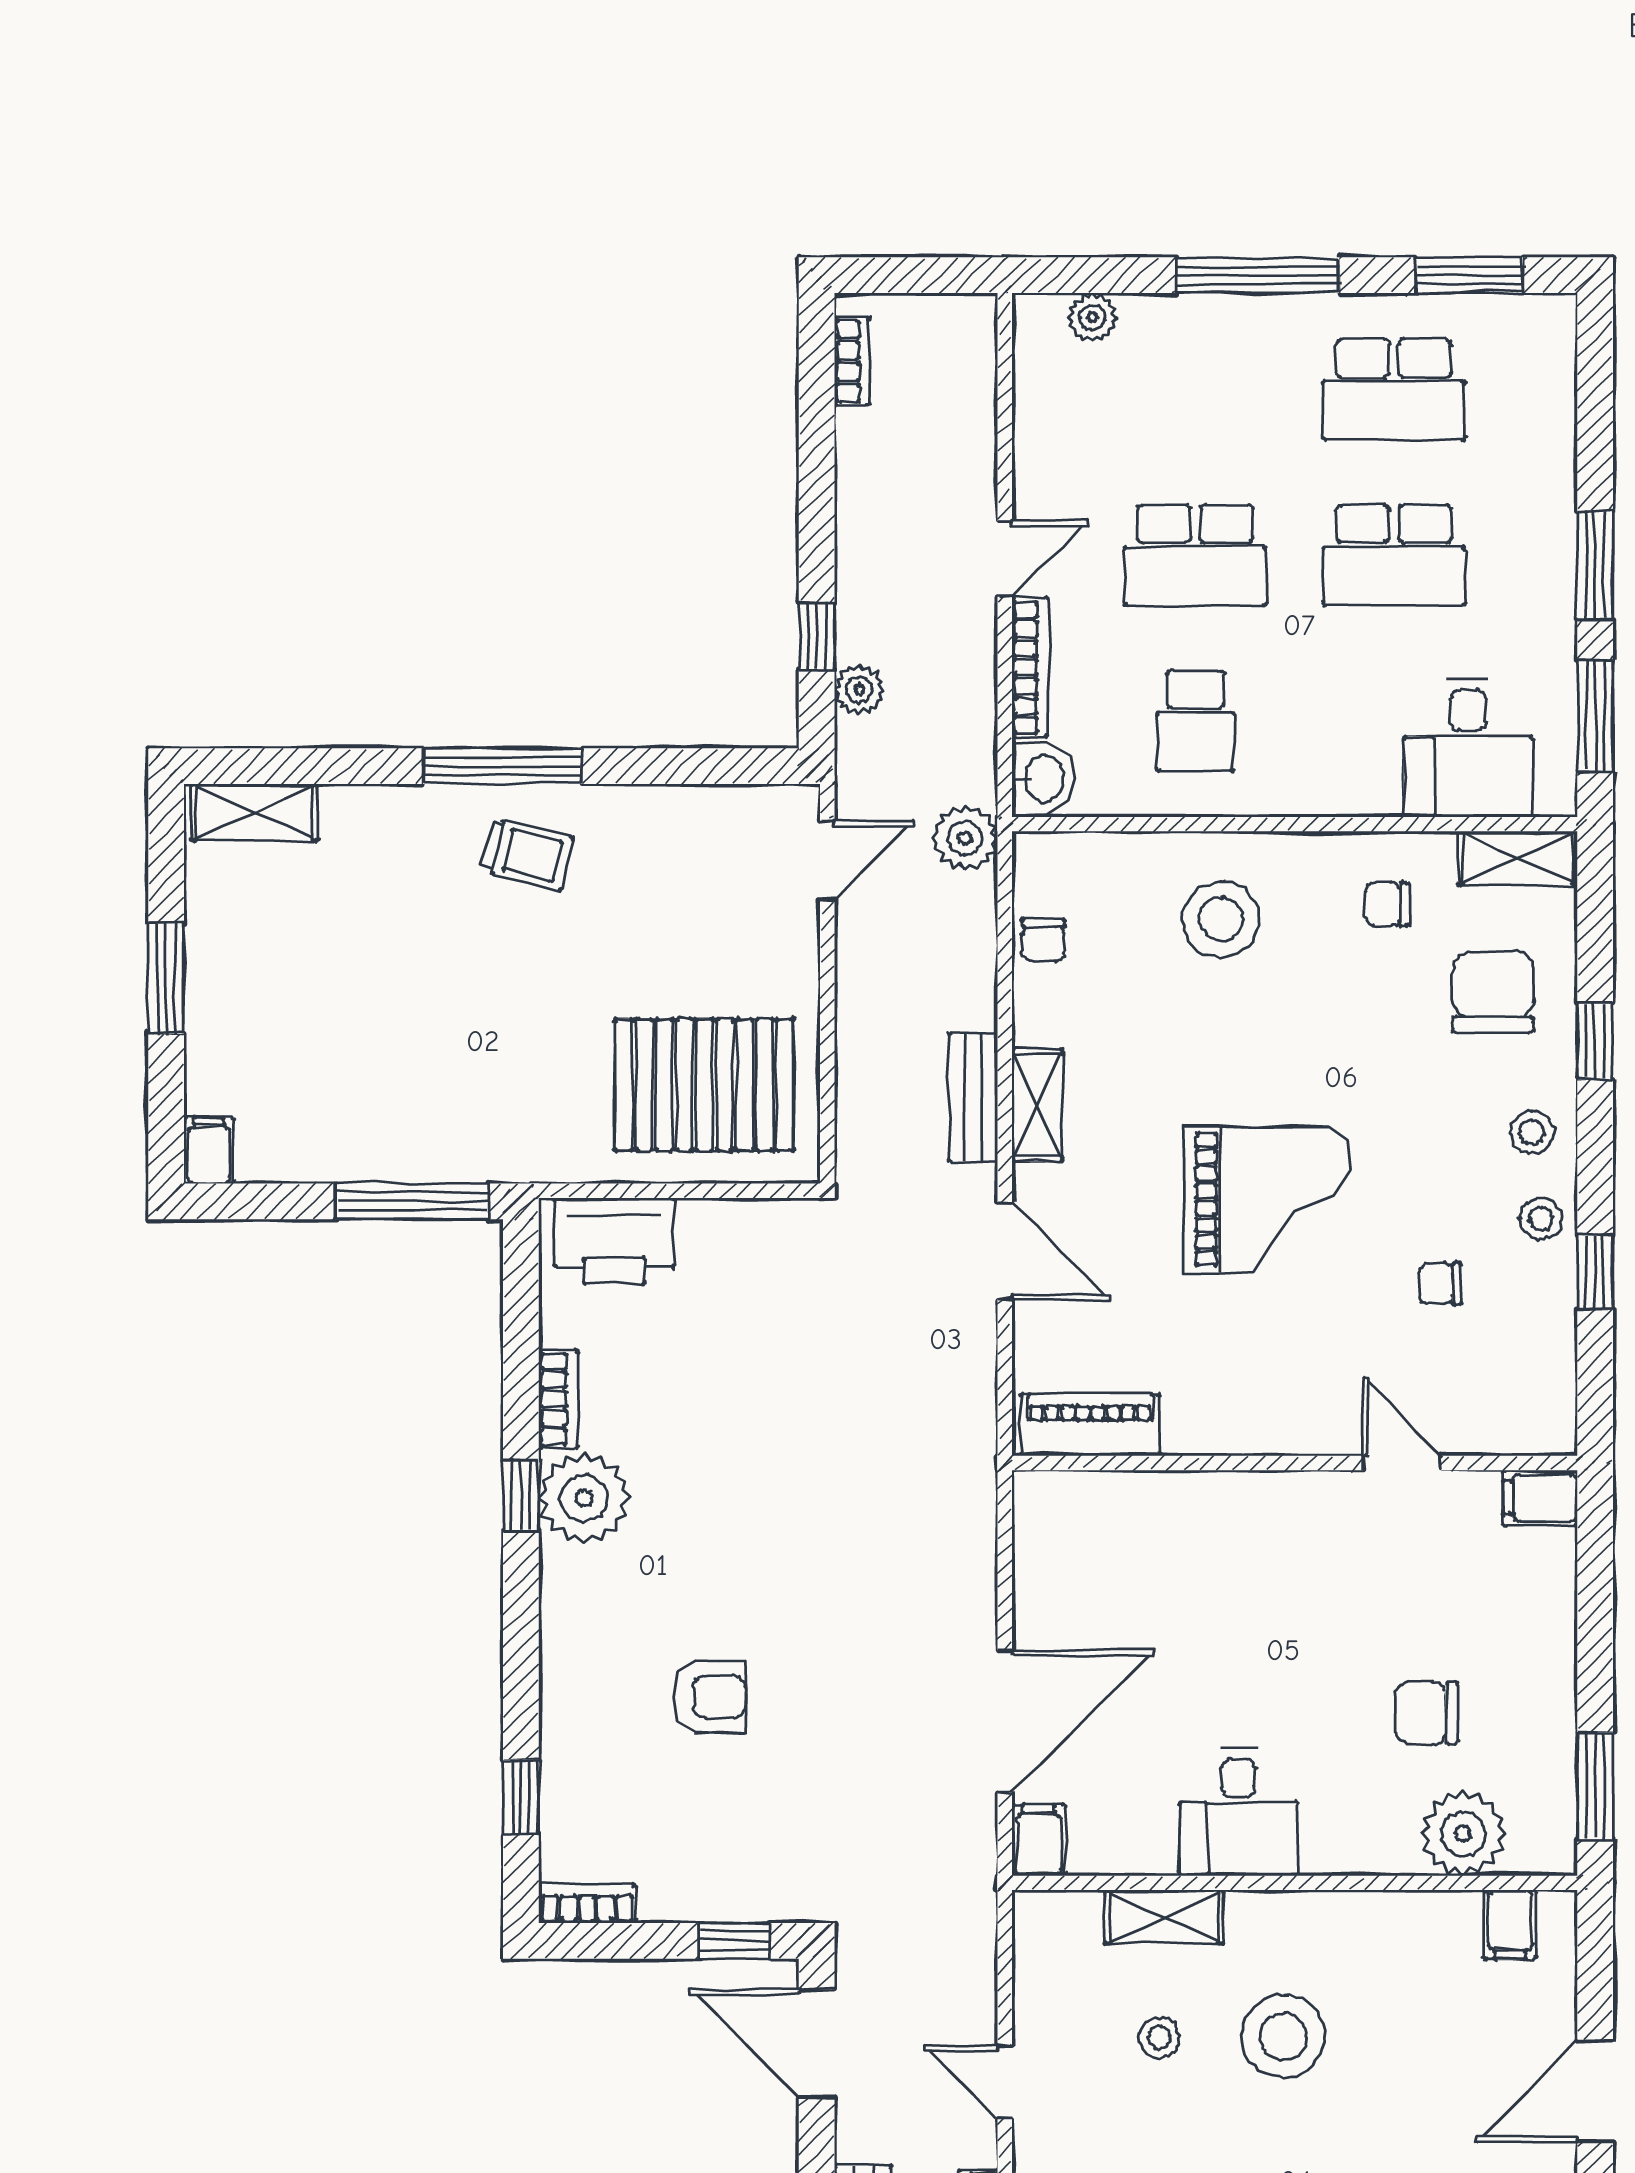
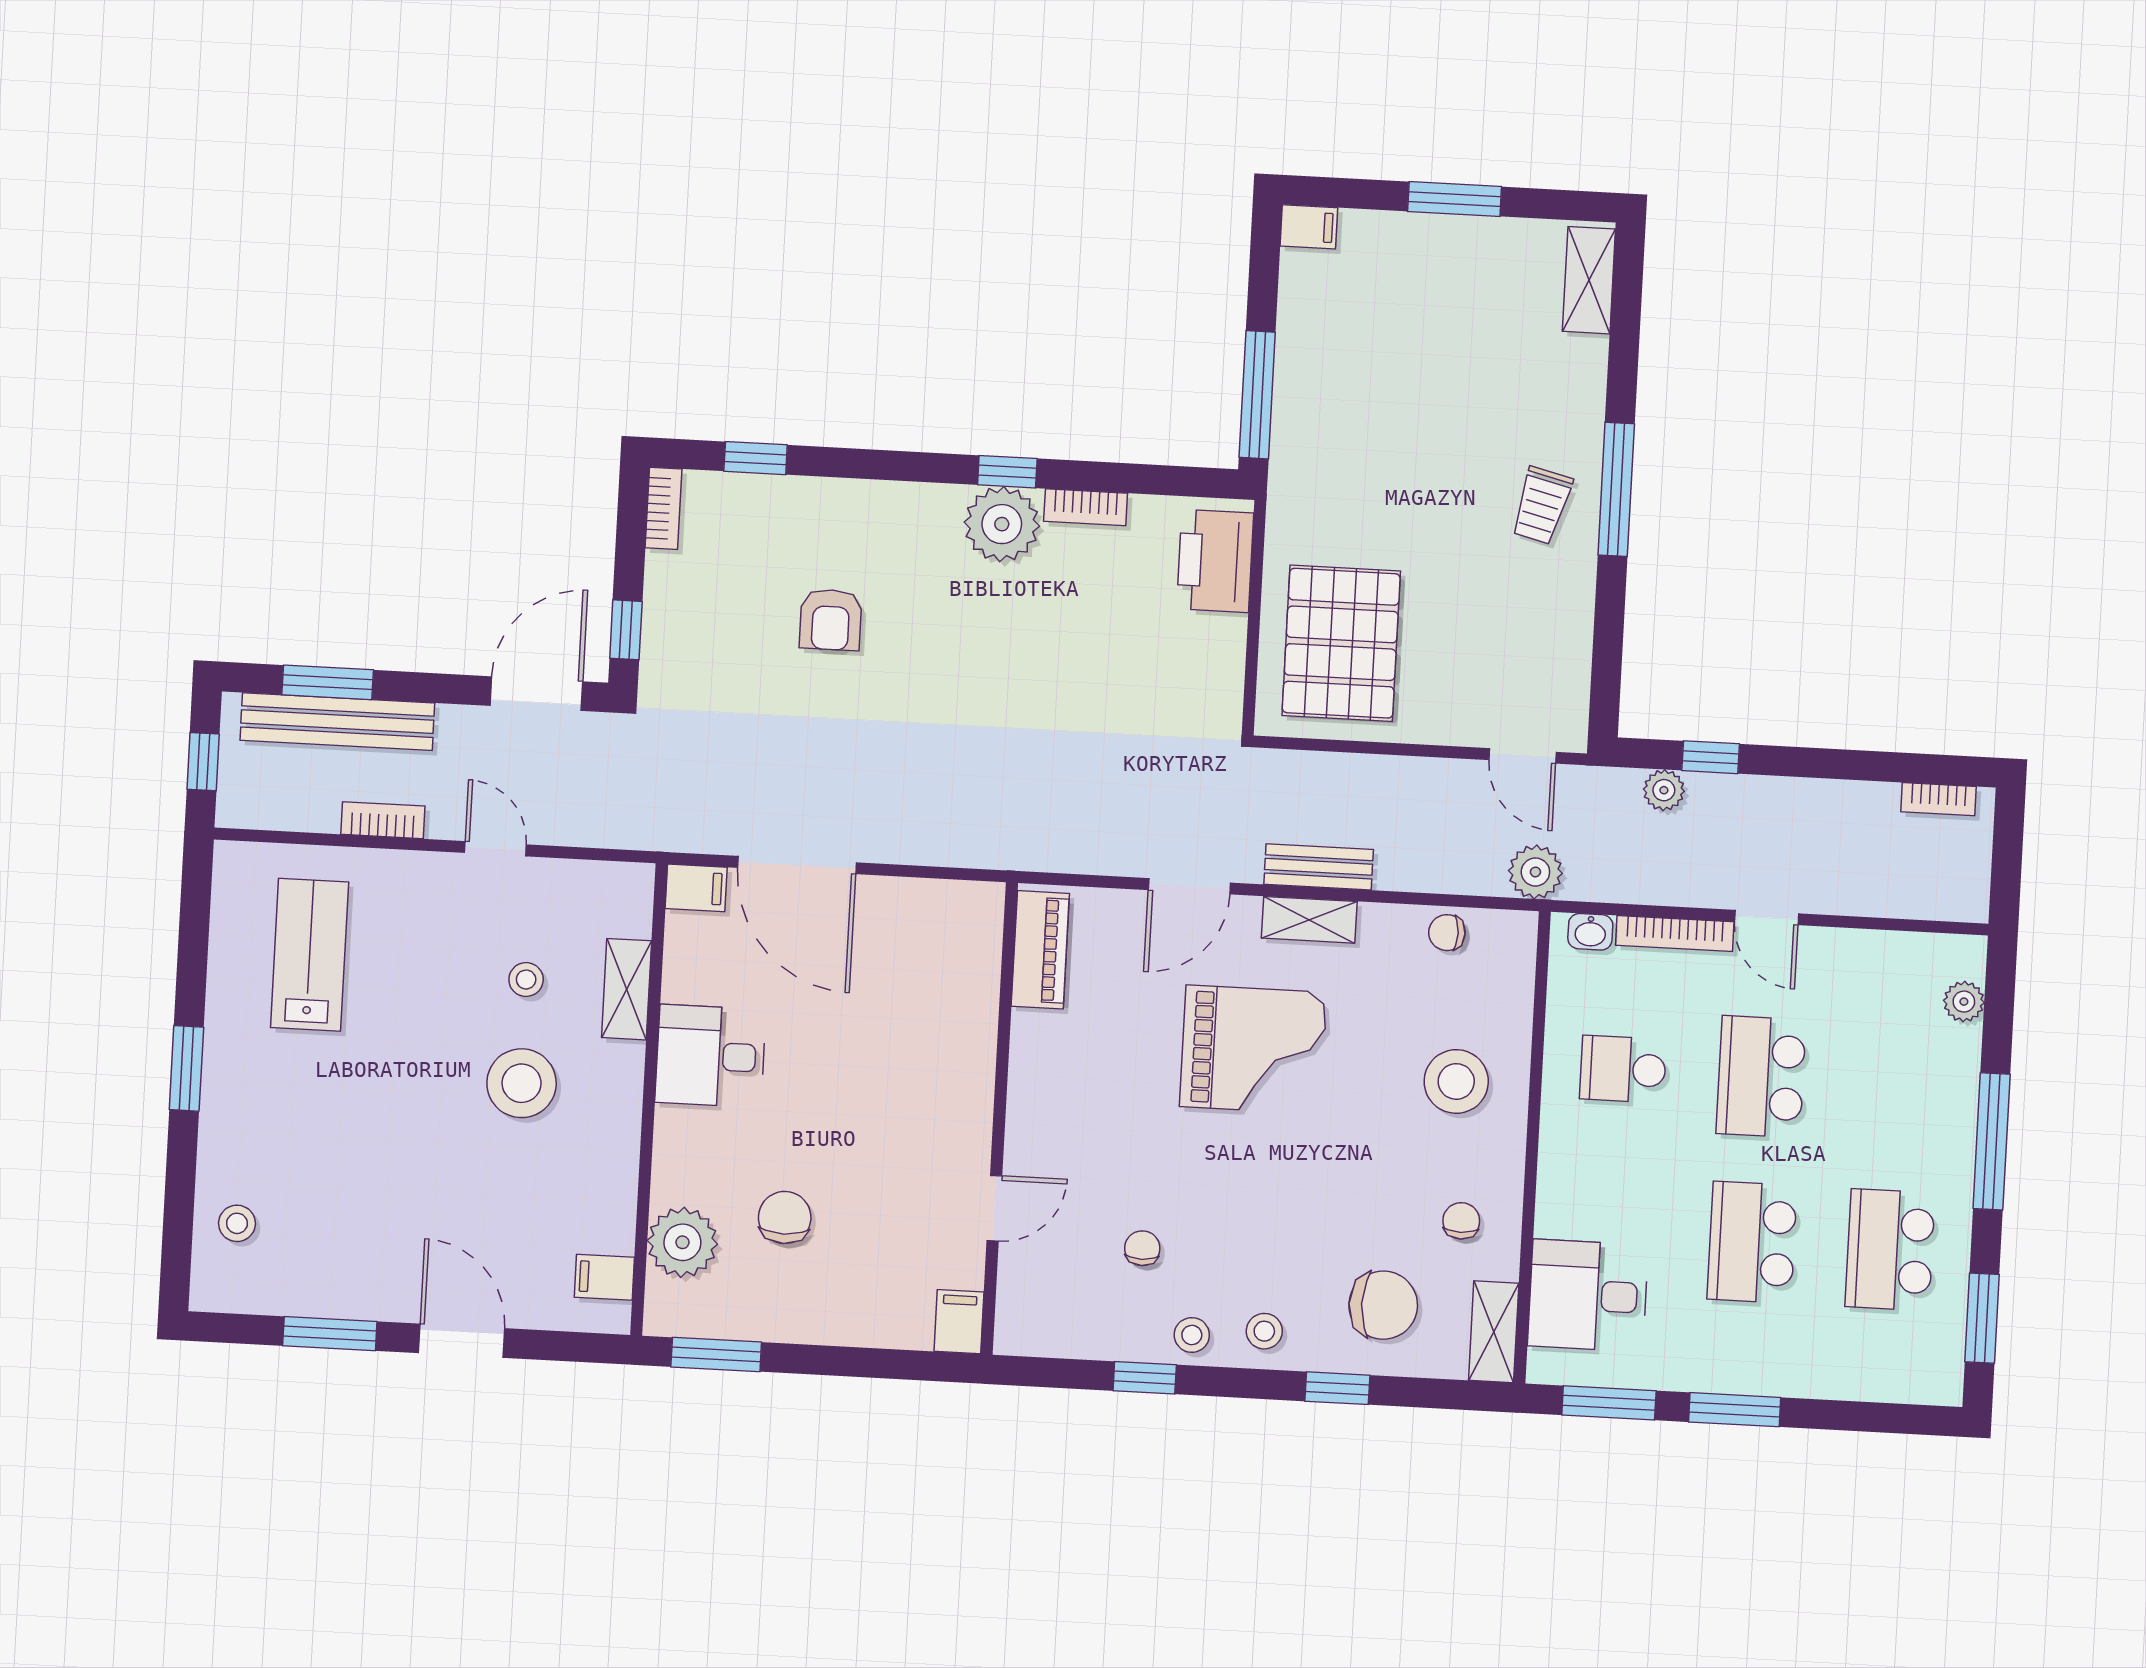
washbasin: (1043, 779) -> (1590, 932), width x0.72, depth x0.69
grand piano: (1267, 1199) -> (1253, 1049), moved, turned -90
door: (1005, 2083) -> (495, 849), hinge flipped

